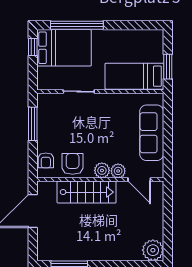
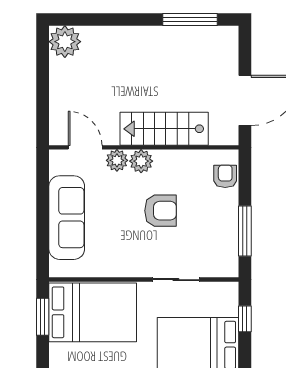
window: (33, 47) -> (245, 319), moved
bed: (134, 76) -> (93, 312), width x1.50
armchair: (73, 164) -> (161, 211), moved, turned -90

